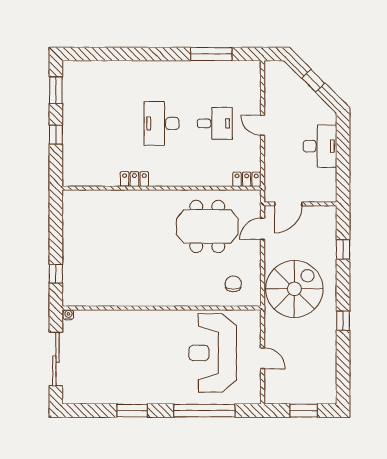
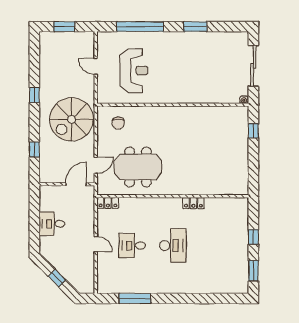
desk: (320, 146) -> (52, 224), width x0.73
reception desk: (213, 353) -> (134, 71), width x0.74, depth x0.77

